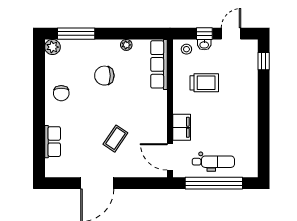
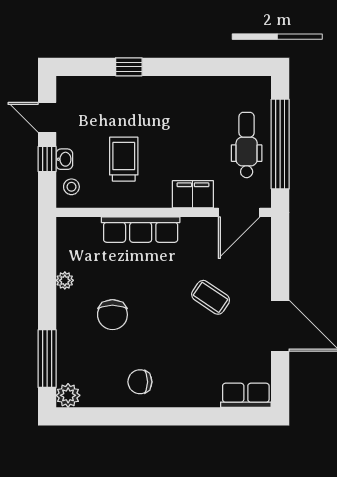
window: (264, 61) -> (129, 67), moved
row of seats: (159, 64) -> (141, 230), moved
chair: (61, 93) -> (140, 382), turned 180
row of seats: (53, 142) -> (246, 395), moved

